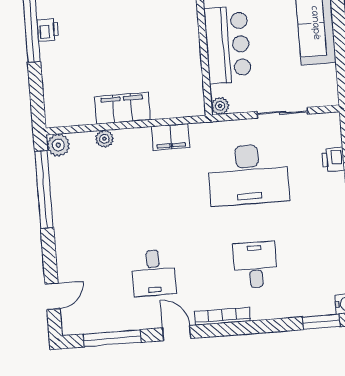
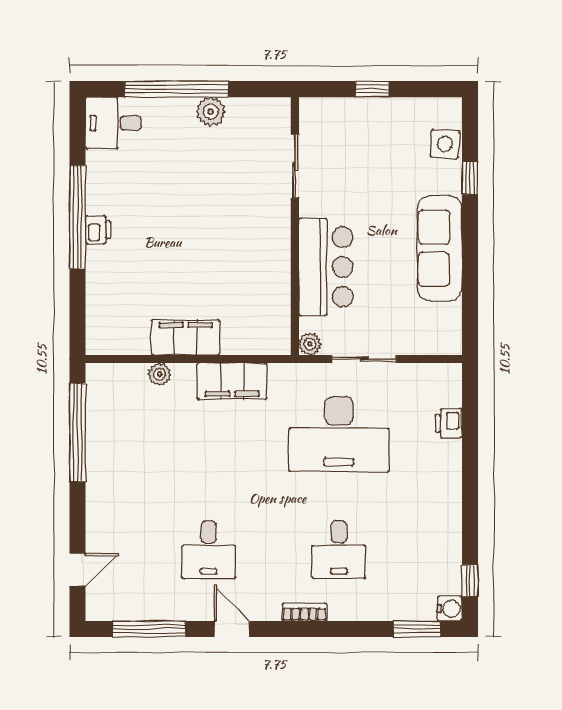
sliding door: (282, 113) -> (364, 359), moved
filing cabinet: (171, 137) -> (232, 381), width x1.50, depth x1.17
plant: (58, 145) -> (100, 378), removed
desk: (255, 265) -> (339, 550), turned 180
bookcase: (222, 316) -> (305, 612), width x0.64

